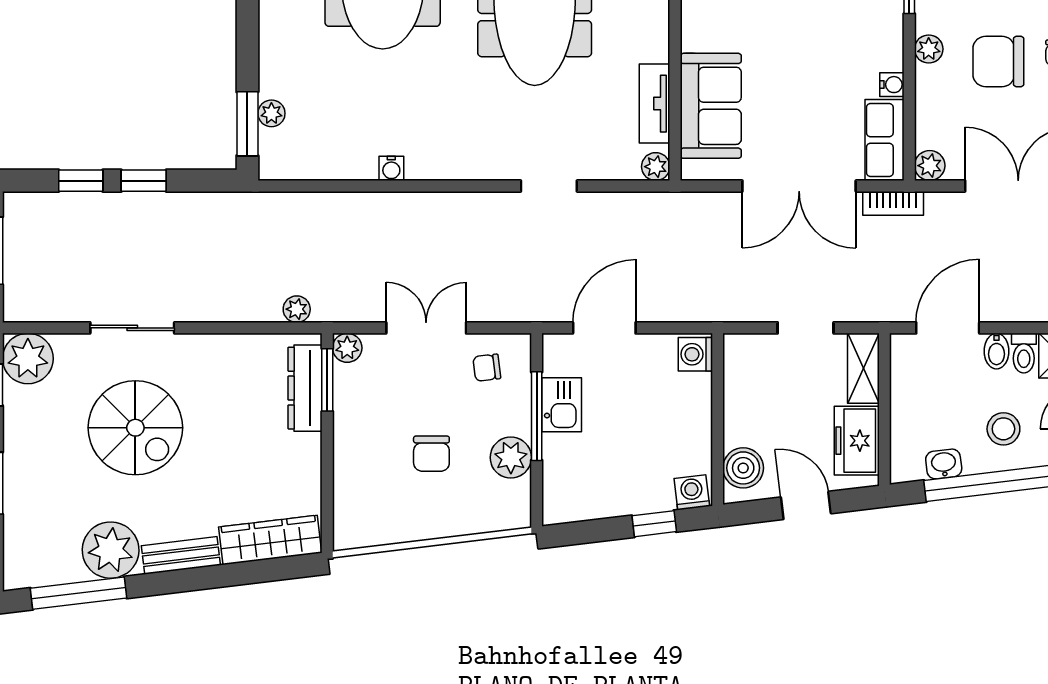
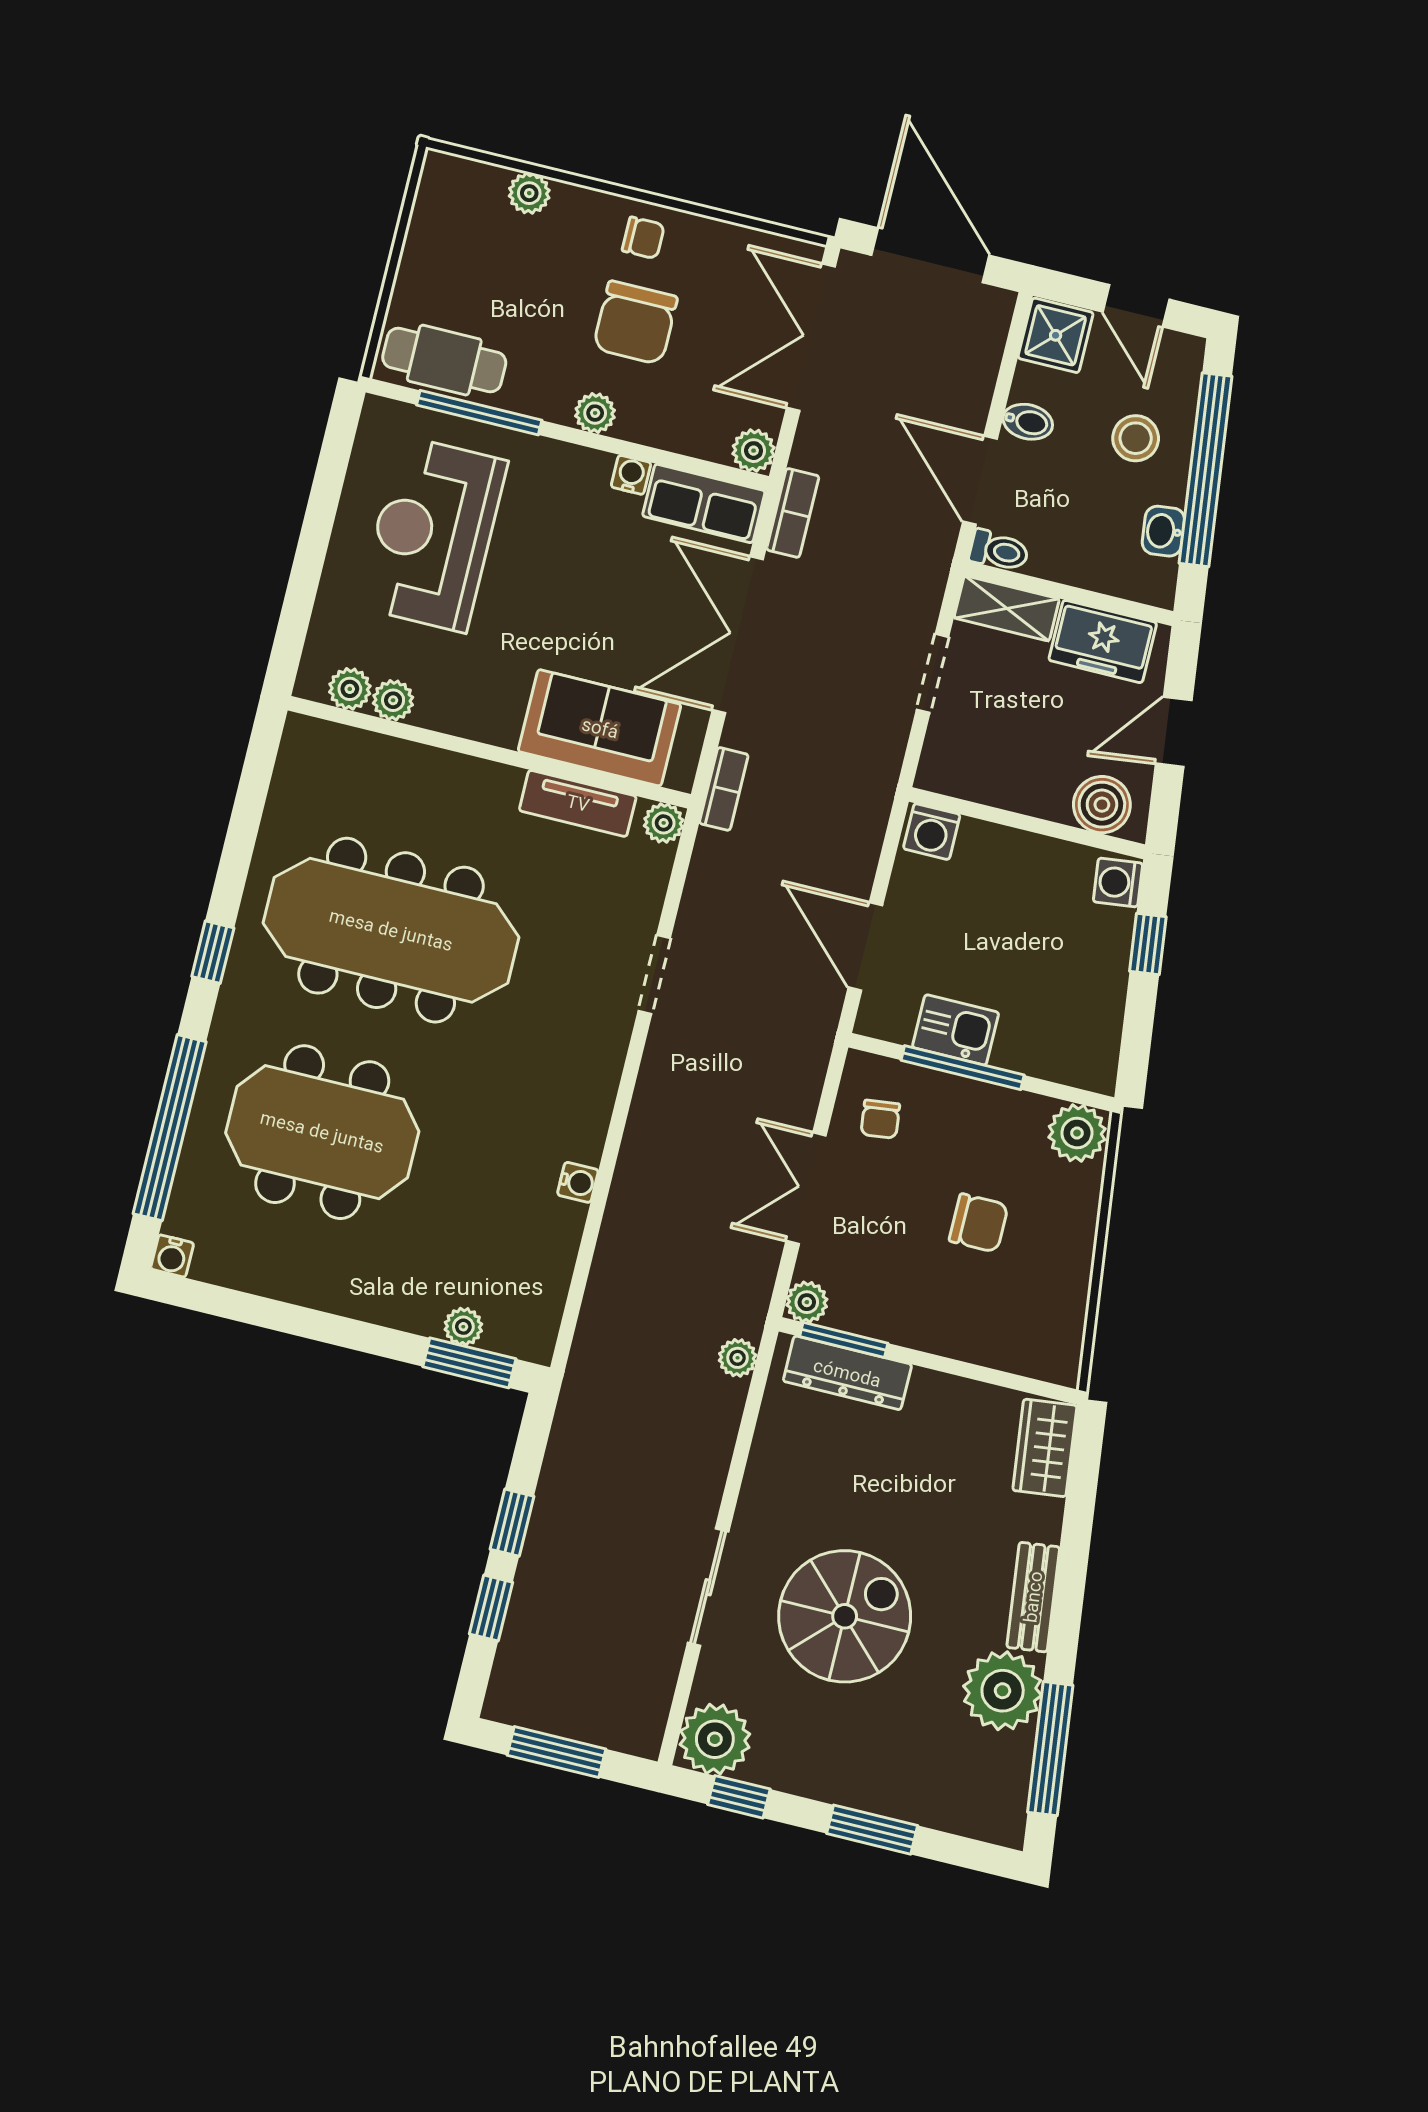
double door: (799, 186) -> (738, 635), swing flipped
bookcase: (690, 203) -> (724, 789), added
toilet: (1024, 353) -> (999, 551), moved
plant: (511, 458) -> (1077, 1133), moved
wardrobe: (270, 540) -> (1045, 1448), width x0.67

